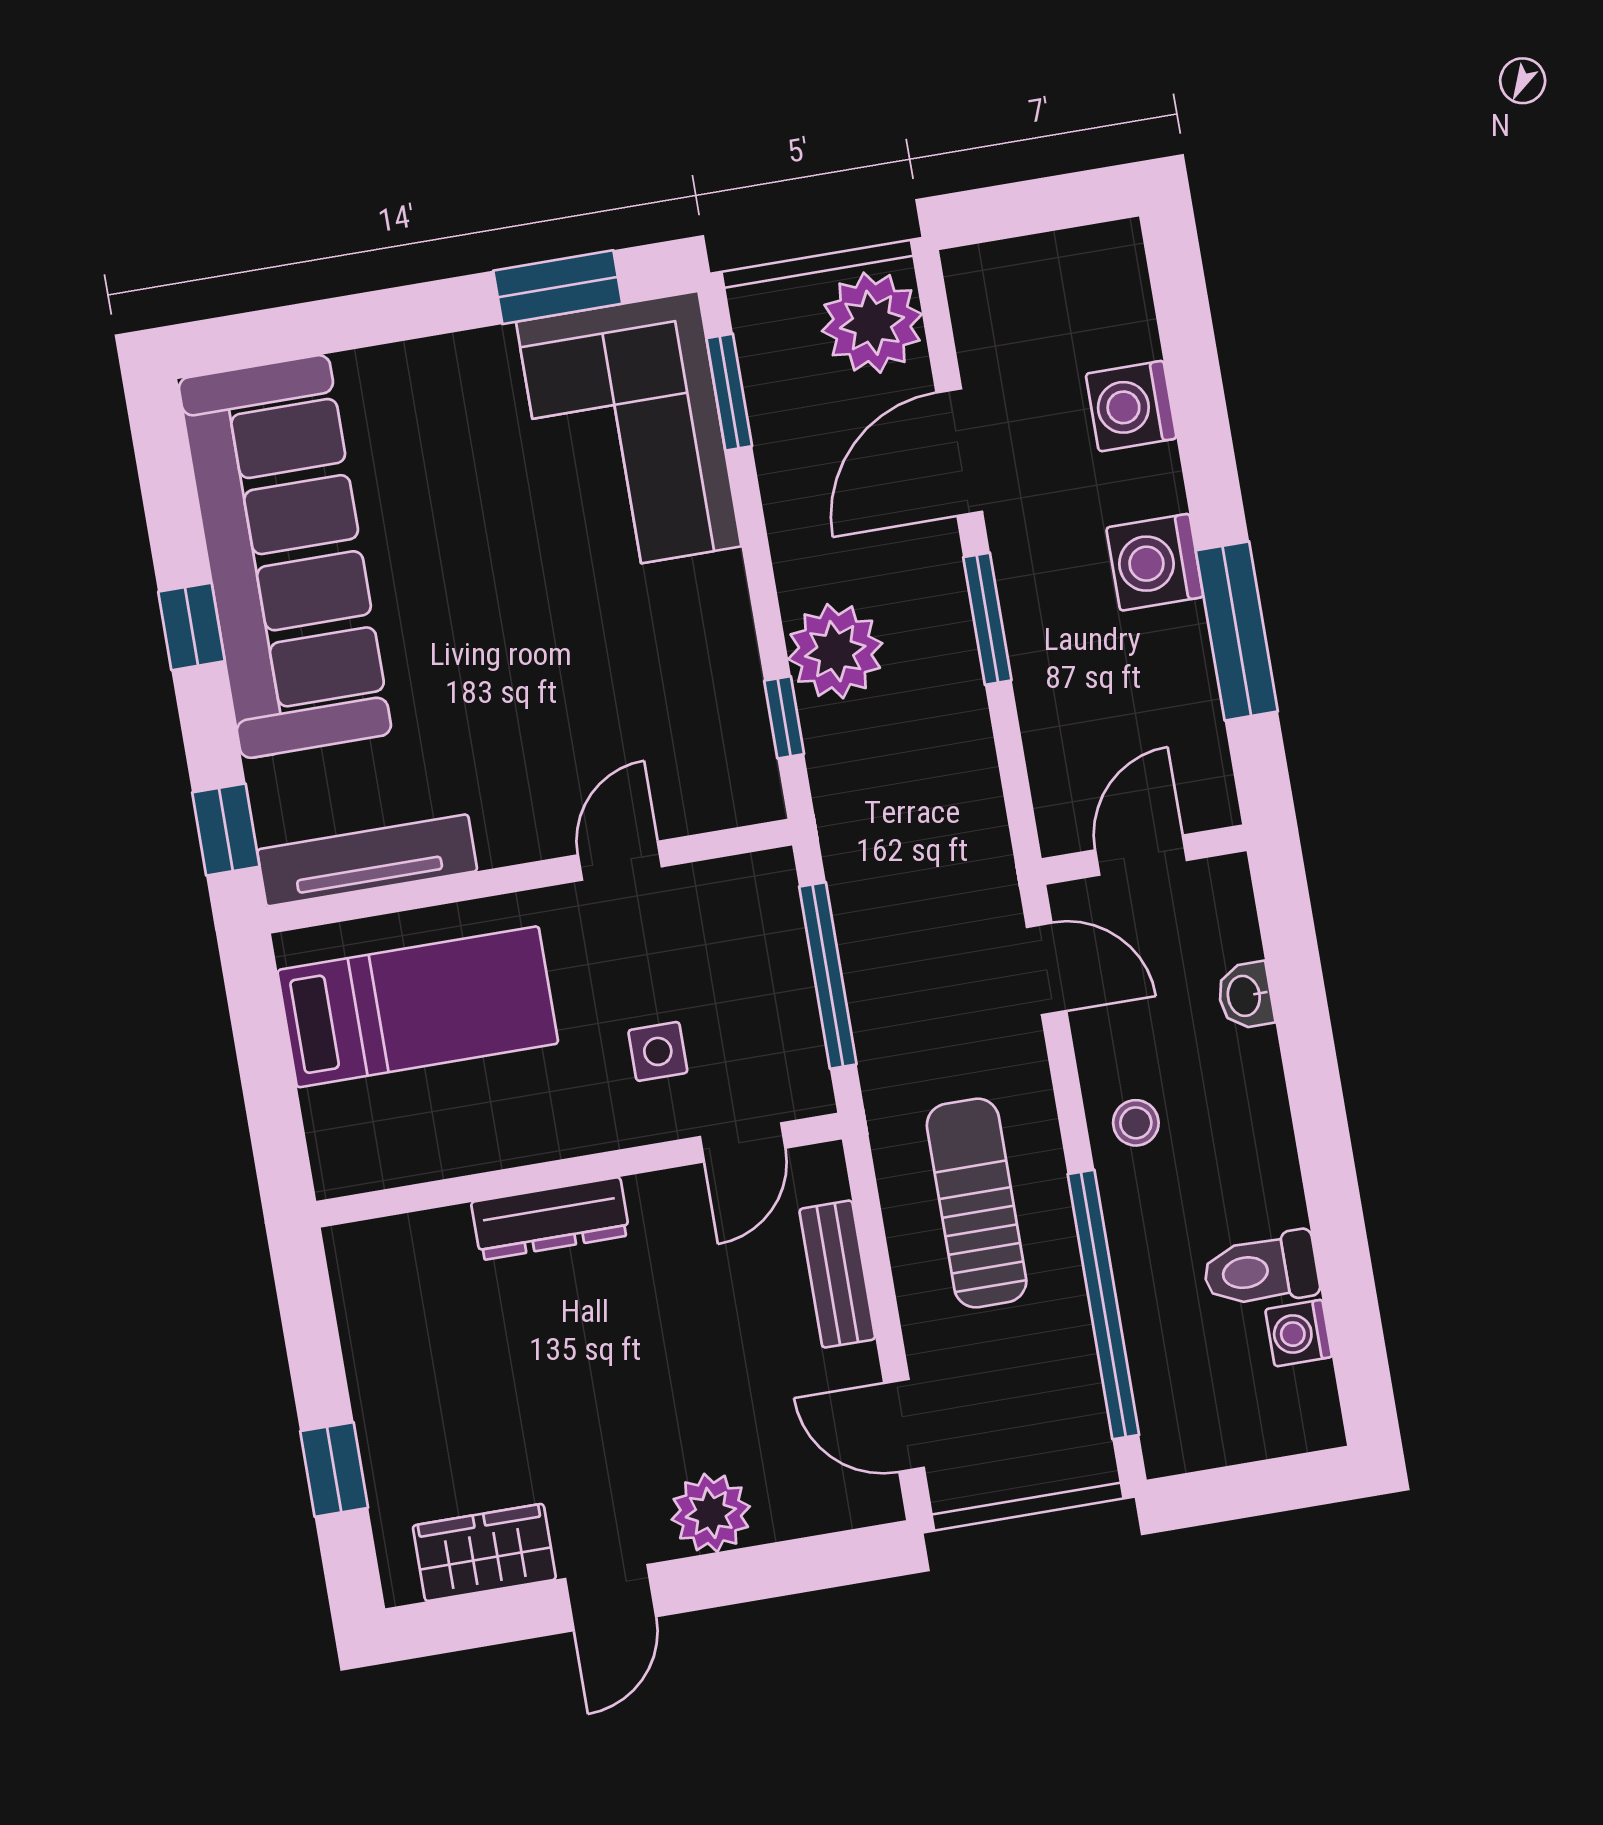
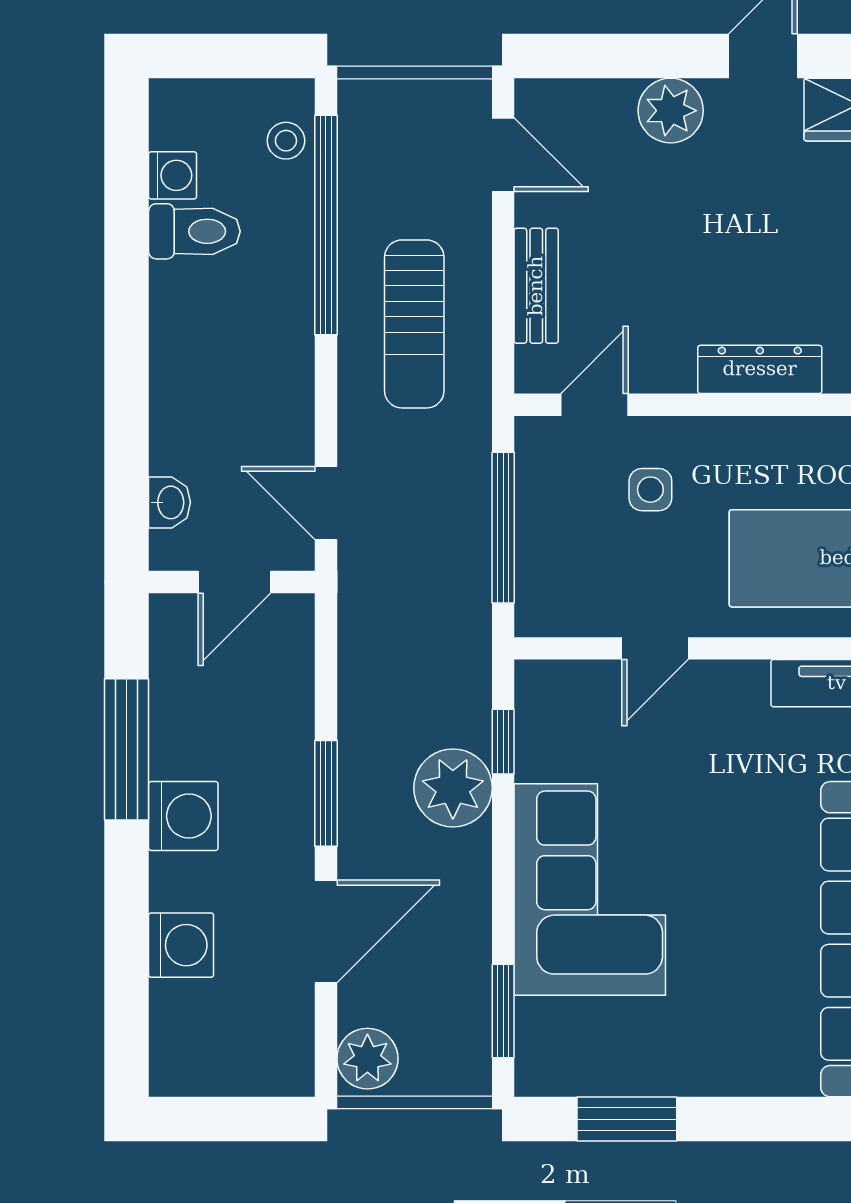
plant: (872, 323) -> (367, 1059), width x0.73, depth x0.73
corner sofa: (629, 434) -> (590, 890), moved
washbasin: (1245, 996) -> (170, 502), moved
stool: (1136, 1123) -> (286, 141), moved

